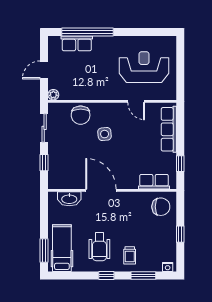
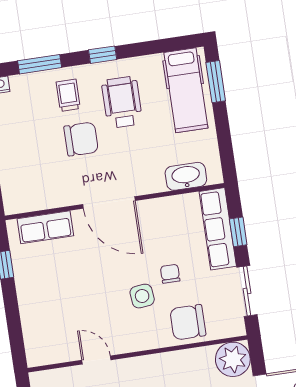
plant: (53, 95) -> (233, 359), width x1.88, depth x1.88
chair: (81, 115) -> (188, 322), turned -90
row of seats: (169, 129) -> (218, 229), moved, turned 180
chair: (87, 144) -> (170, 274), added
door: (101, 190) -> (109, 202), moved
chair: (161, 207) -> (81, 139), moved, turned 180

